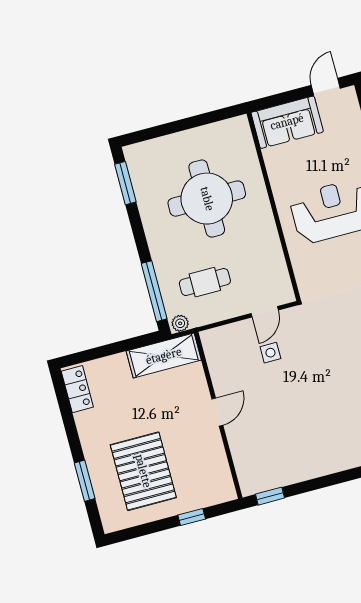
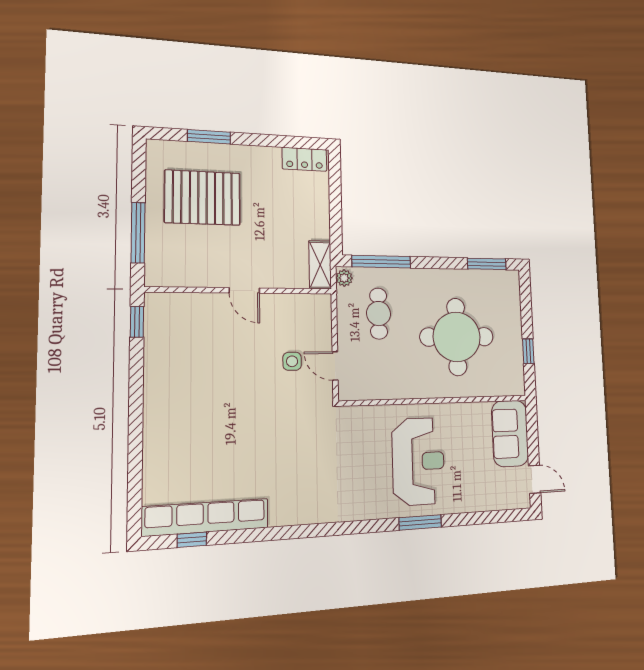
window: (201, 120) -> (528, 351), added
shelving: (164, 356) -> (320, 265), width x0.67, depth x0.75
window: (192, 517) -> (138, 233), width x2.17

